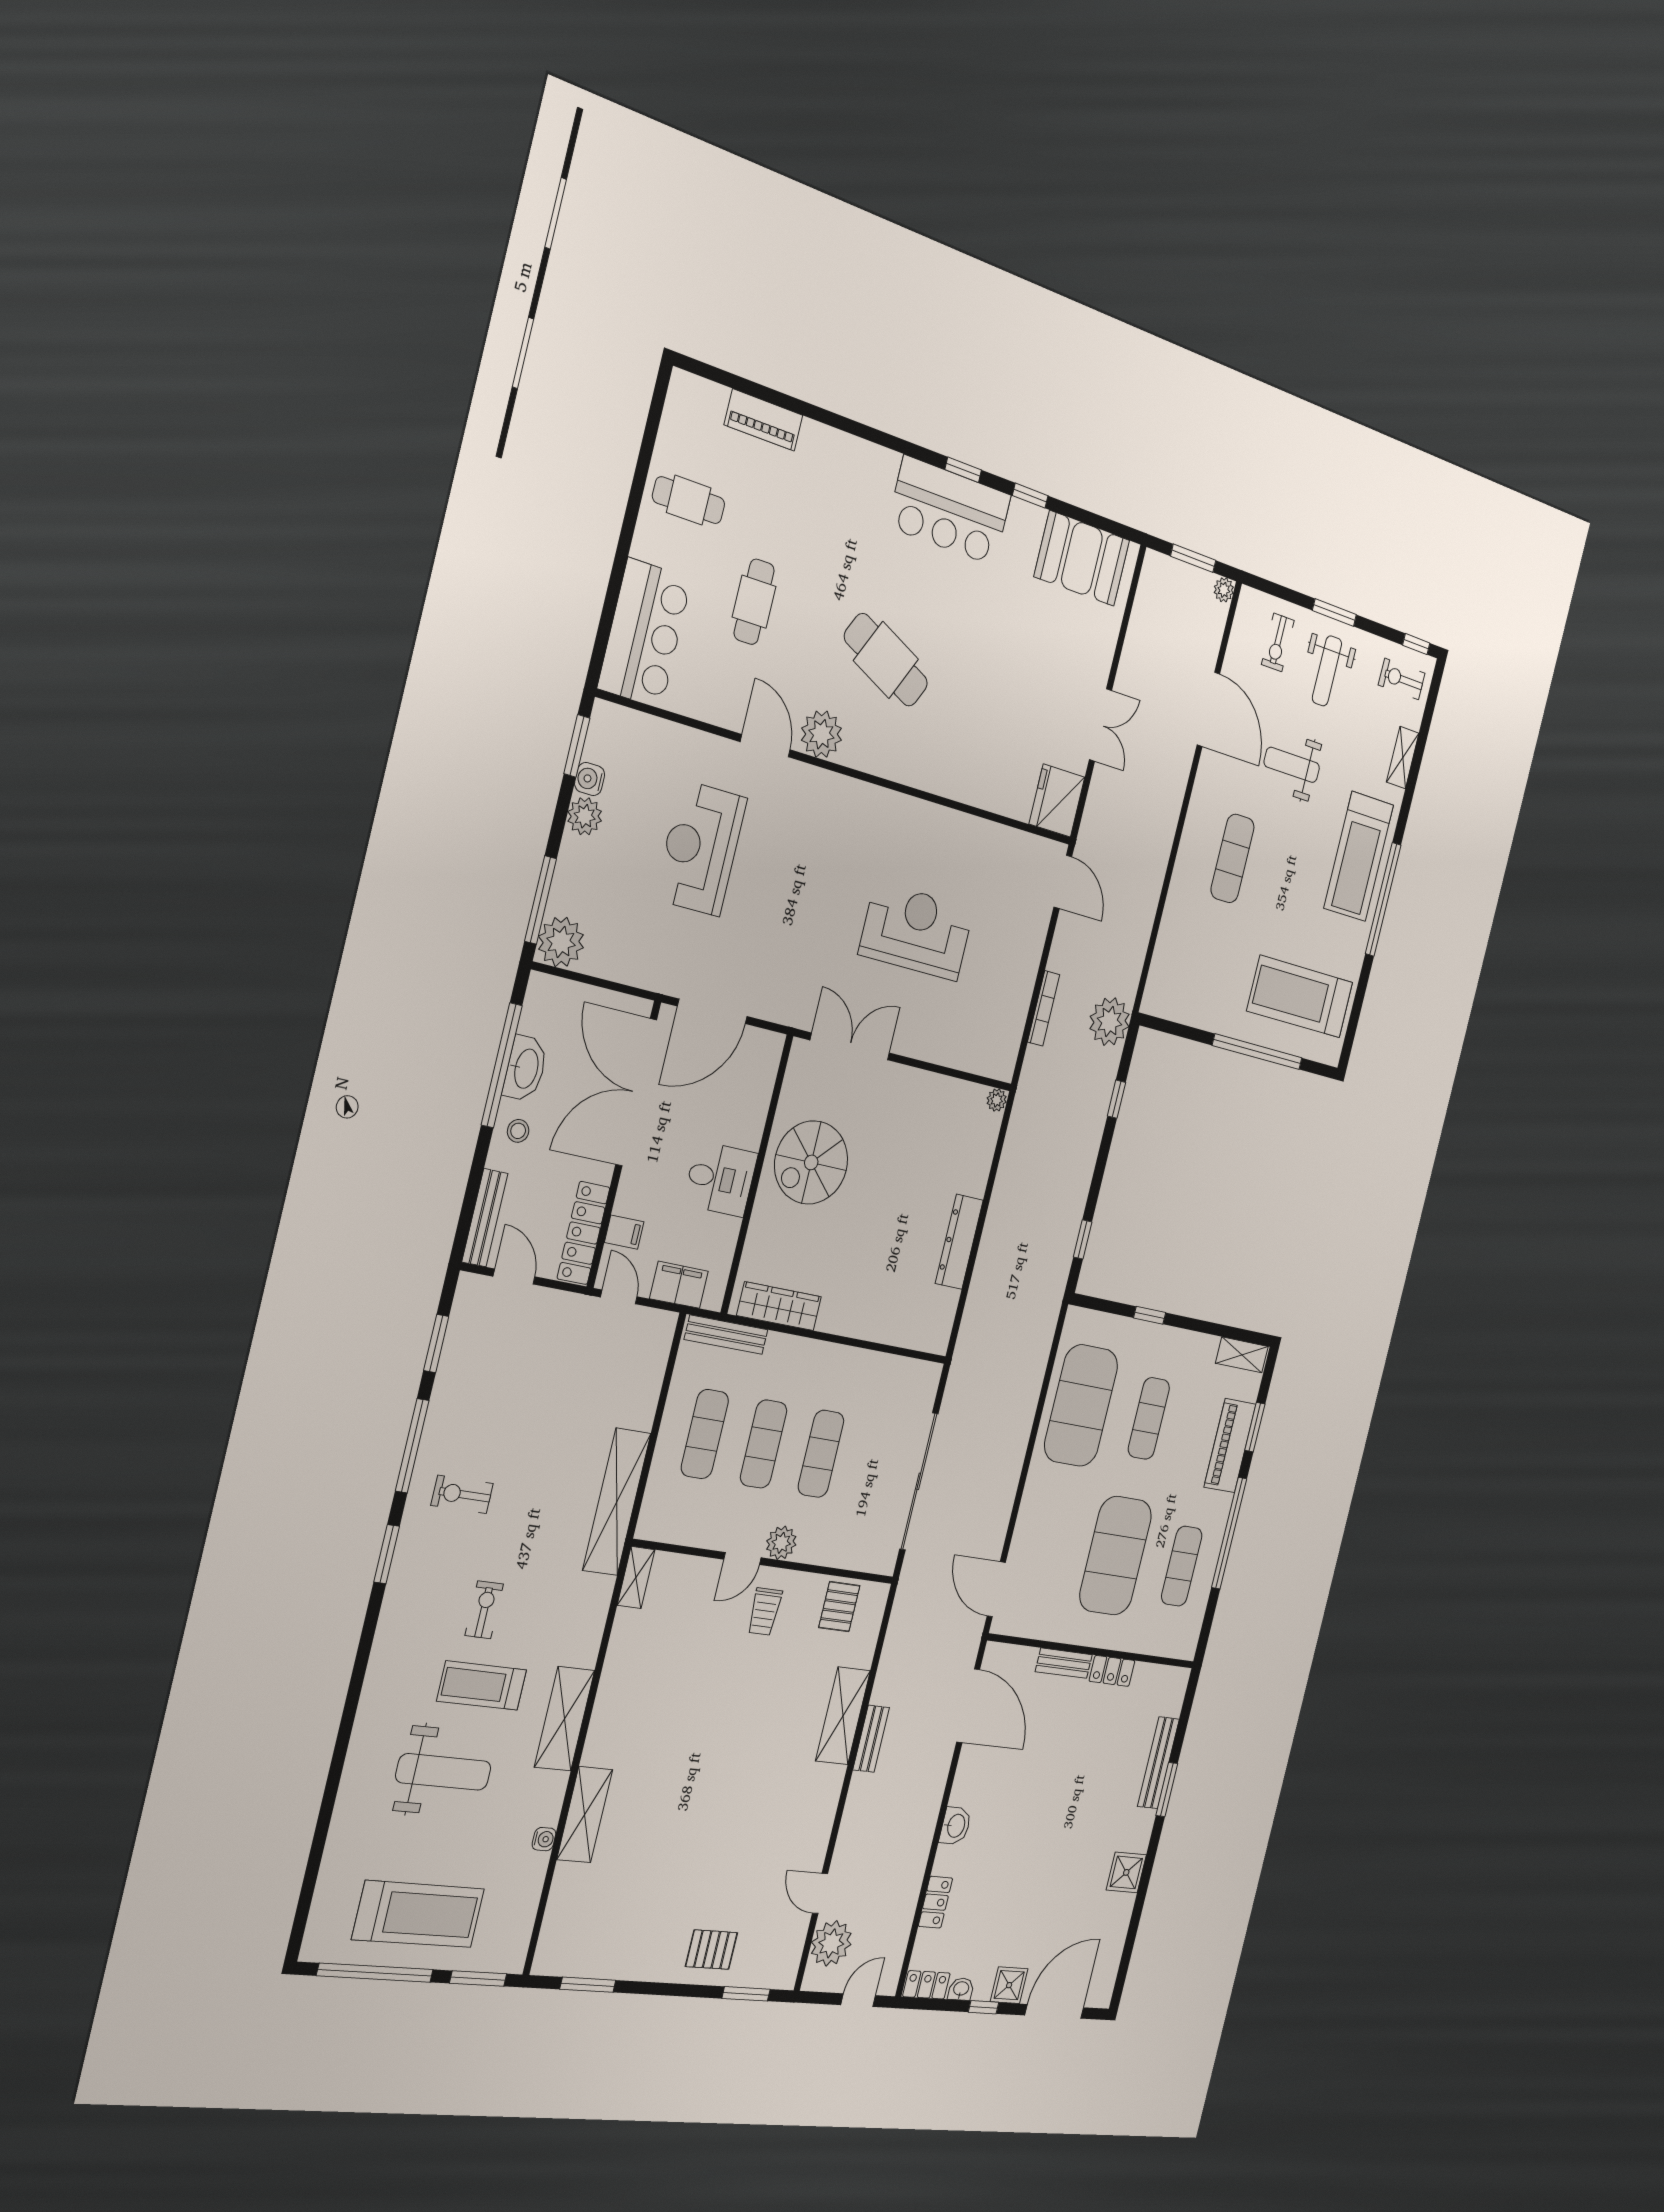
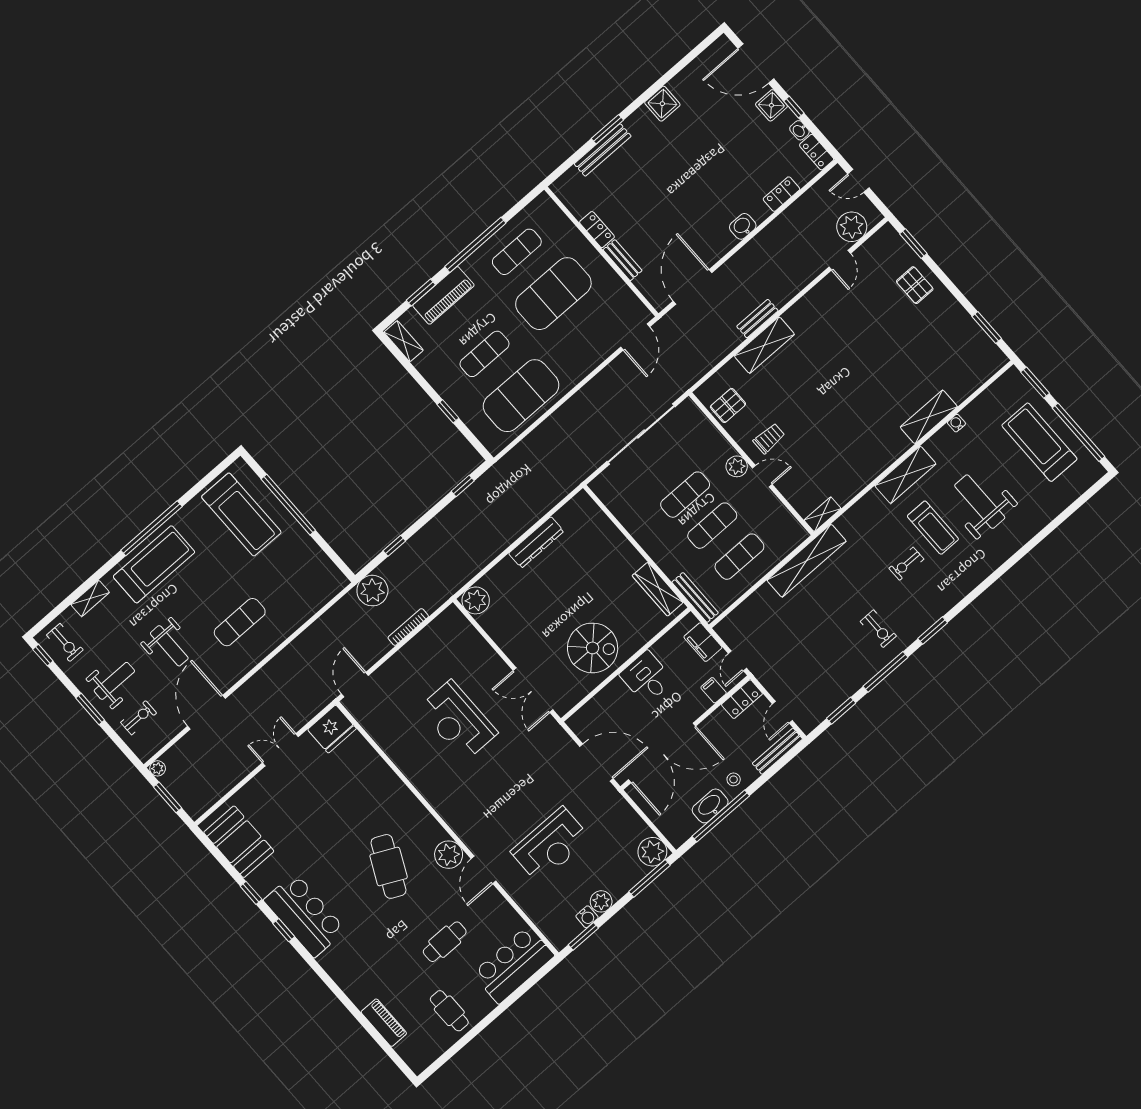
plant: (997, 1100) -> (476, 600), width x1.88, depth x1.88
locker: (583, 1233) -> (742, 699), width x0.66

